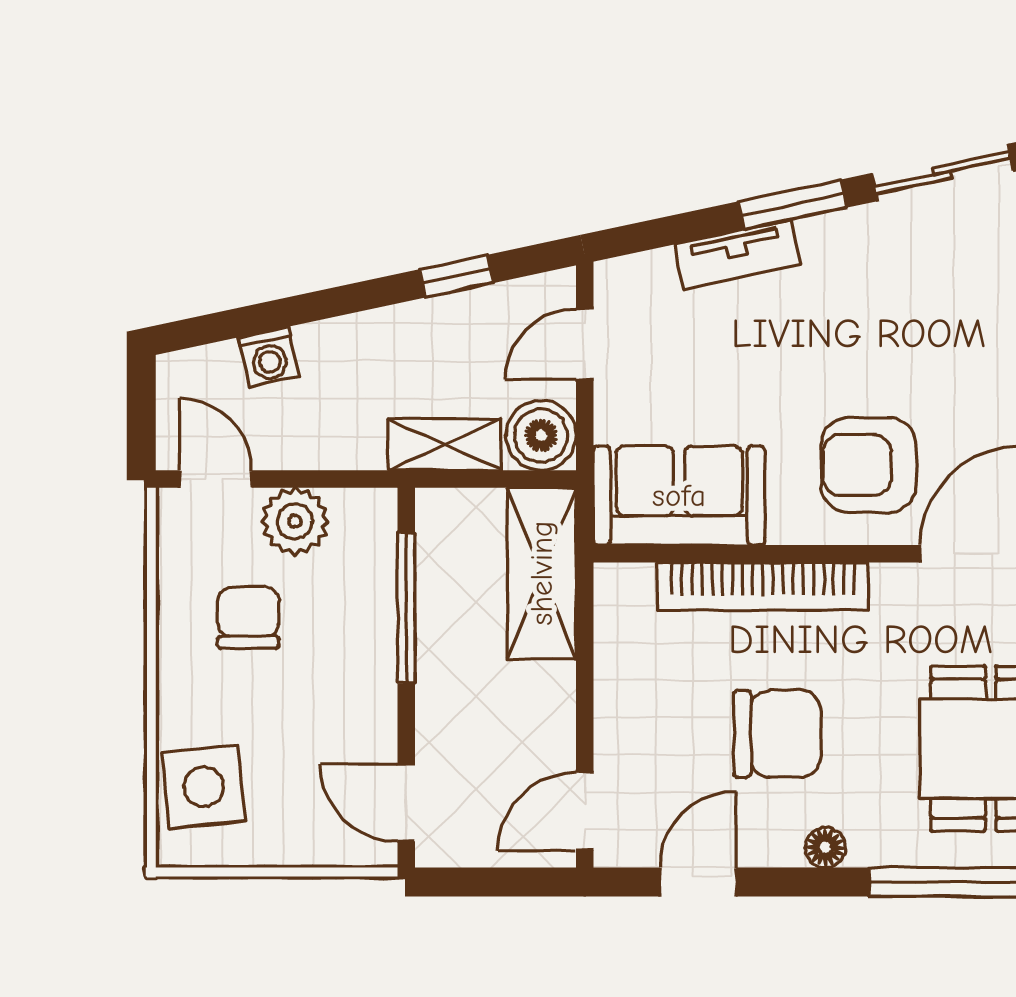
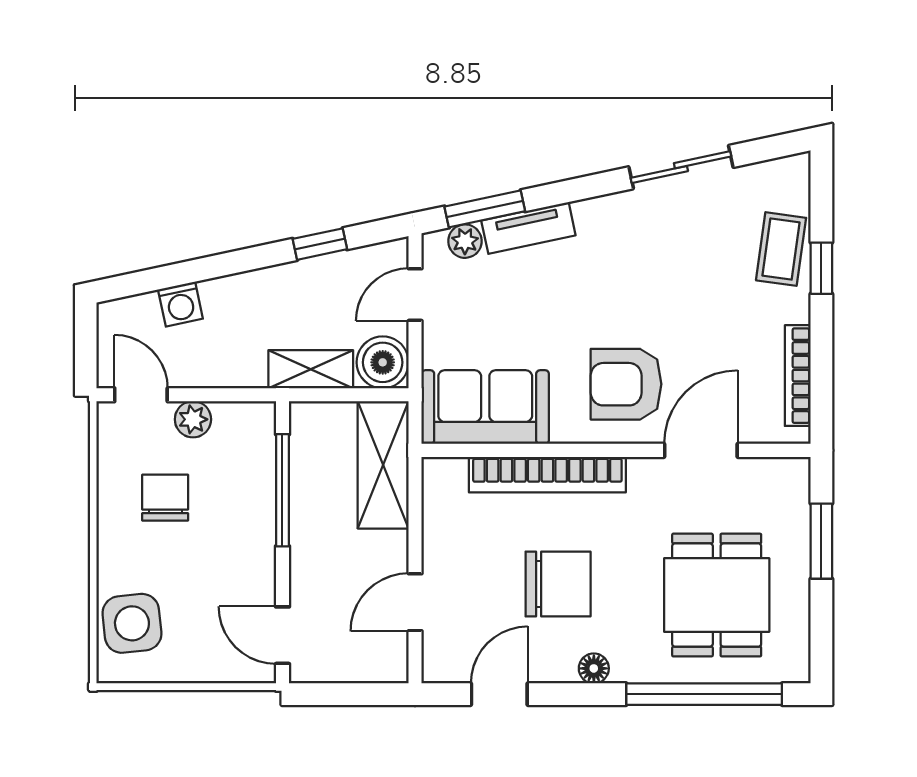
window: (792, 205) -> (485, 209), moved
plant: (652, 272) -> (465, 241), added
plant: (295, 521) -> (193, 419), width x0.73, depth x0.73
door: (585, 811) -> (415, 602), moved

